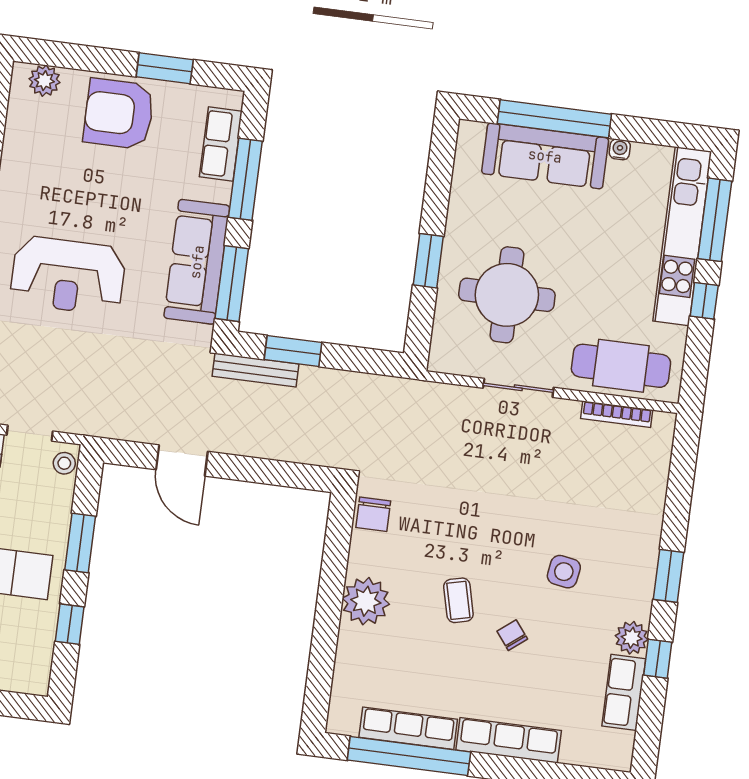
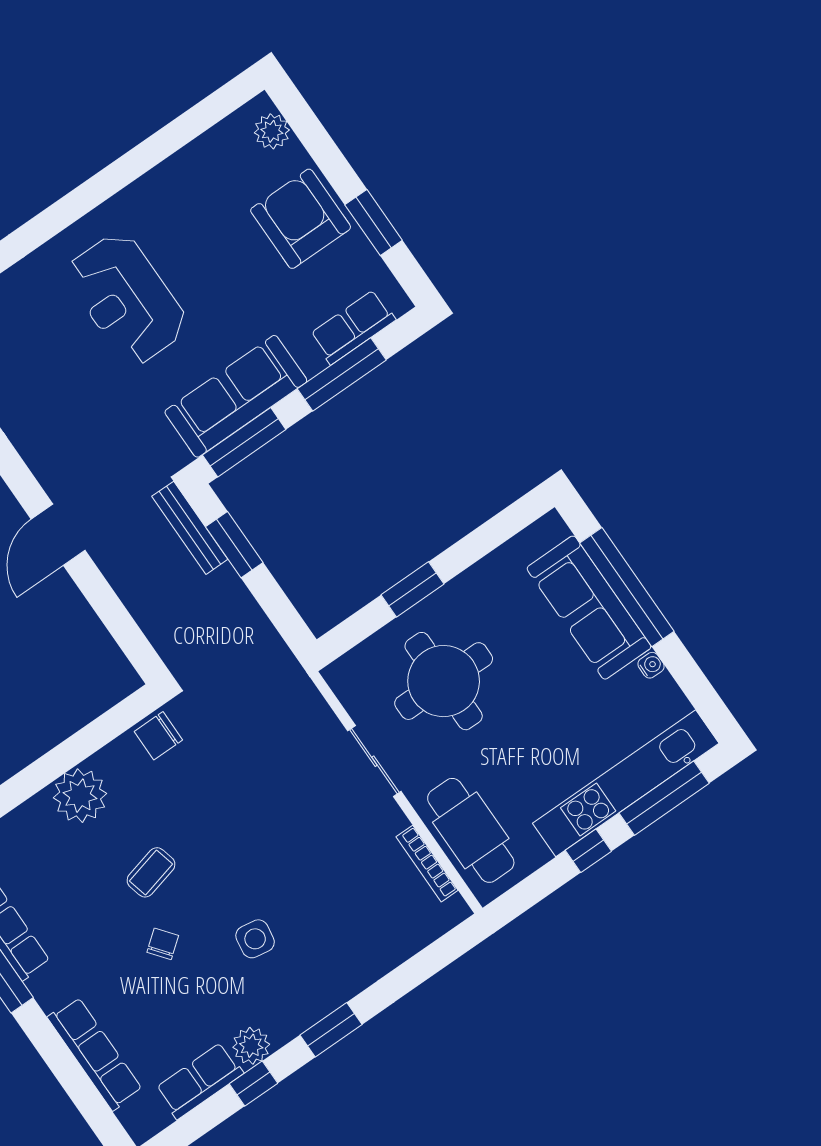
row of seats: (509, 740) -> (95, 1054), moved

